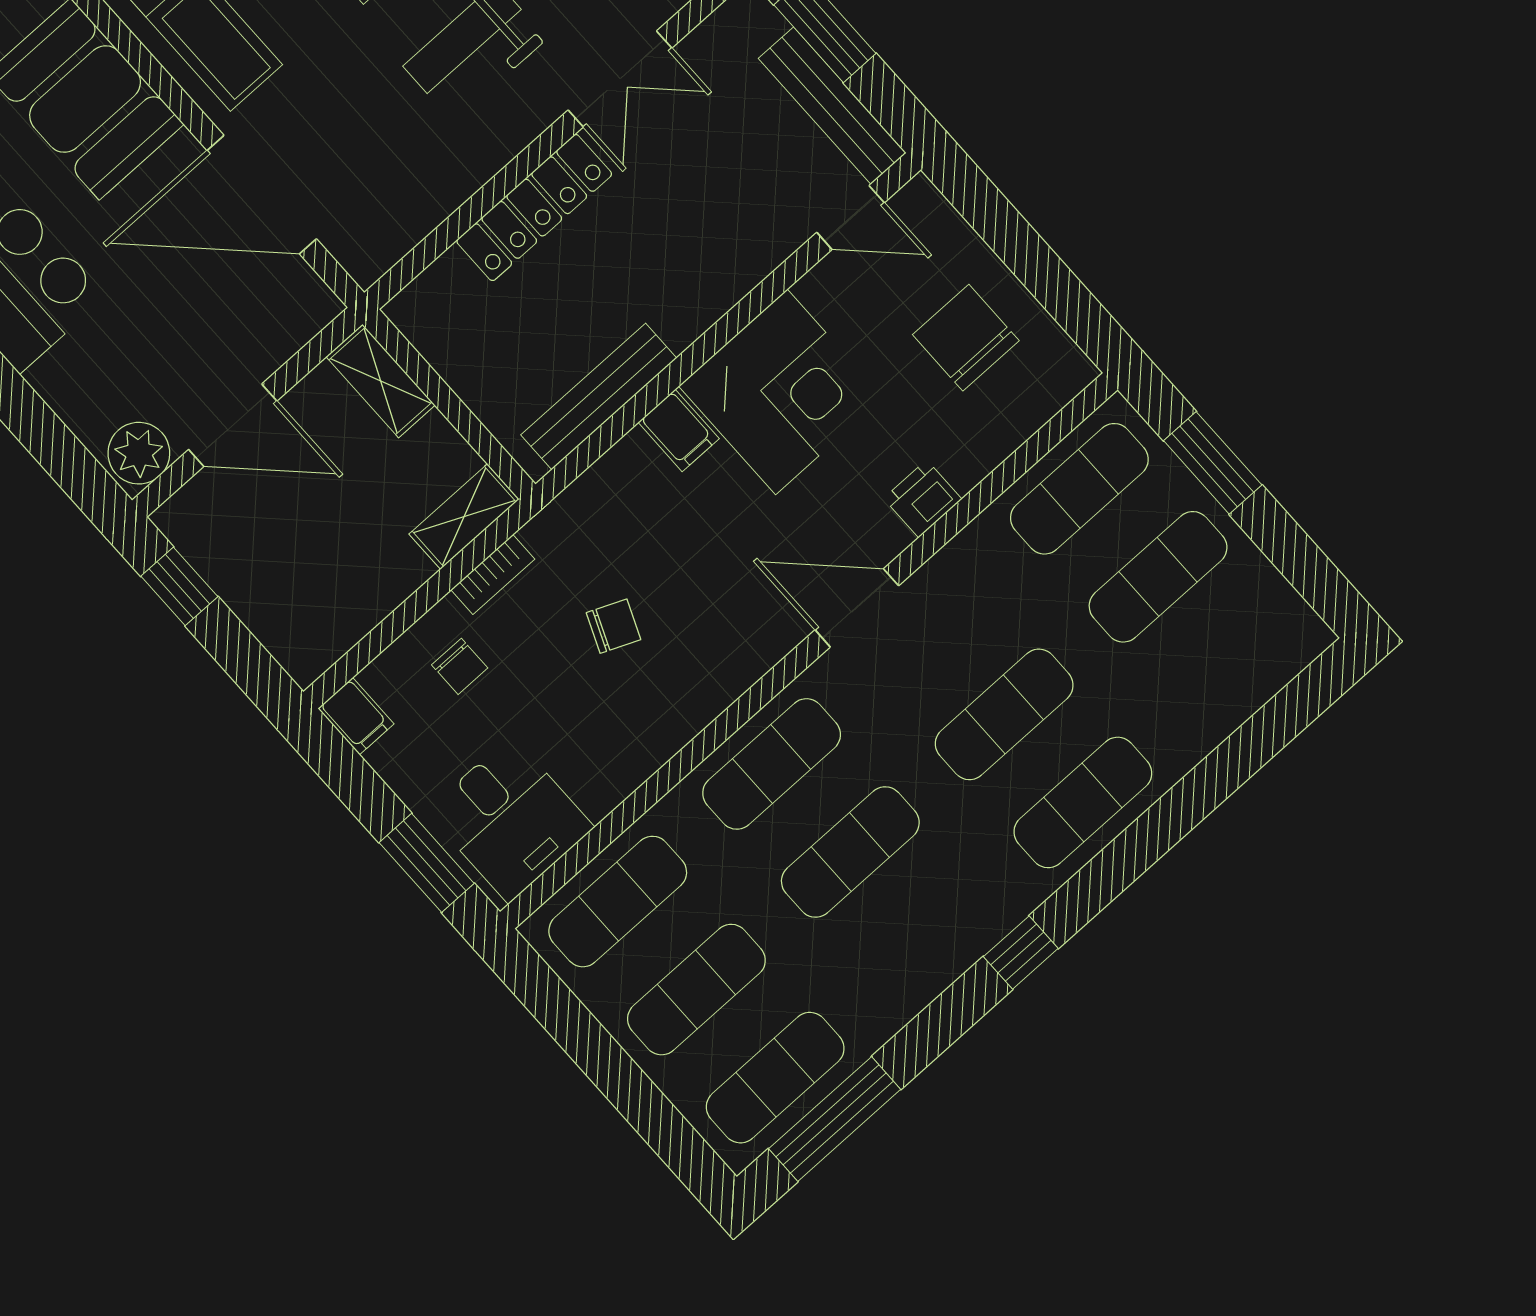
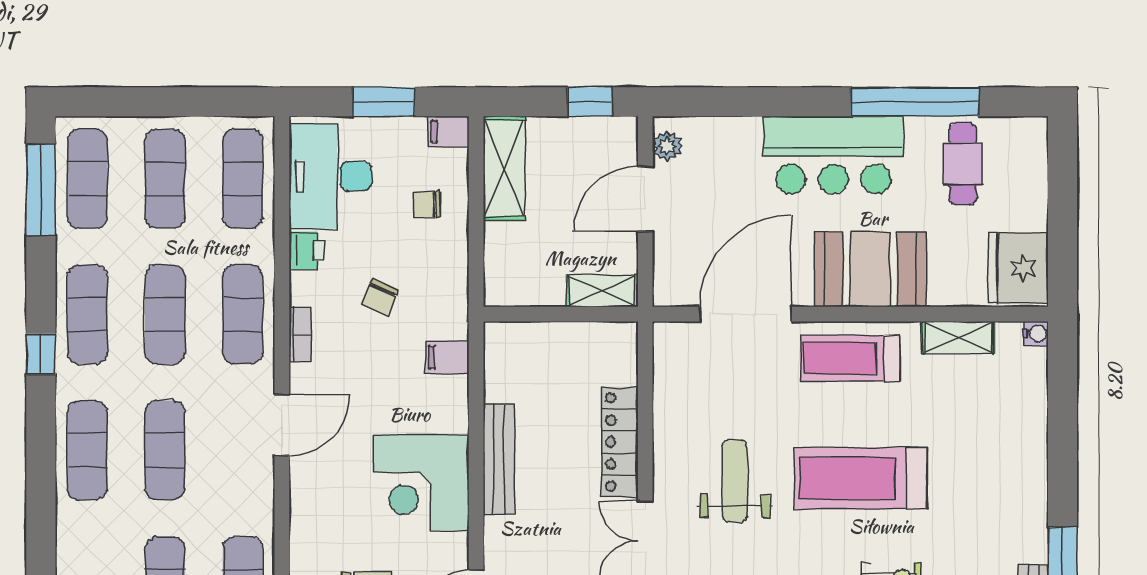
bench: (599, 396) -> (499, 459), moved
filing cabinet: (679, 430) -> (447, 357), moved
plant: (139, 453) -> (667, 146), width x0.73, depth x0.73
printer: (923, 499) -> (307, 251), moved
shelving: (464, 517) -> (504, 168), moved, width x1.50, depth x1.33
bookcase: (493, 574) -> (300, 334), moved, turned 180
desk: (510, 819) -> (330, 176), width x1.37
window: (427, 863) -> (384, 102), moved
exercise mat: (929, 940) -> (87, 314), added

